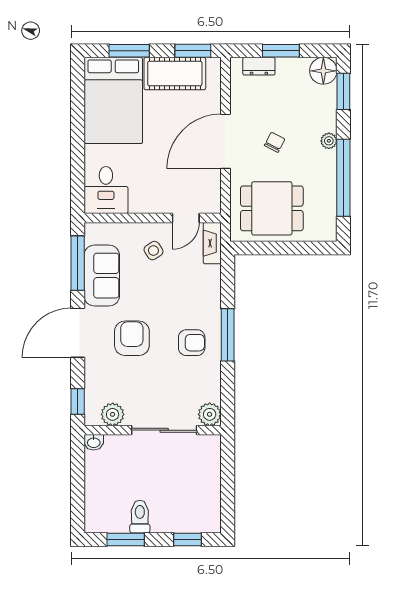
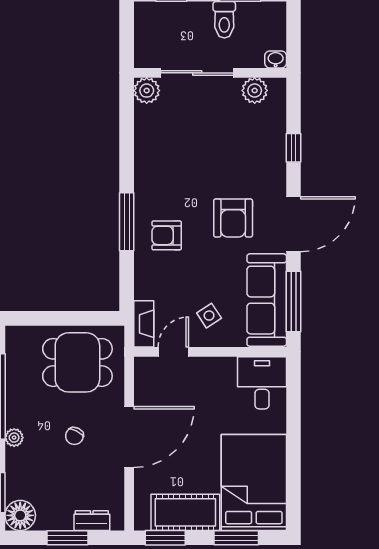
sofa: (102, 276) -> (267, 300), width x1.36
armchair: (192, 343) -> (167, 235), moved
plant: (113, 414) -> (255, 90), moved
plant: (210, 414) -> (147, 91), moved
wall: (153, 430) -> (210, 73), moved
sliding door: (164, 430) -> (197, 73), moved
washbasin: (94, 442) -> (276, 59), moved

